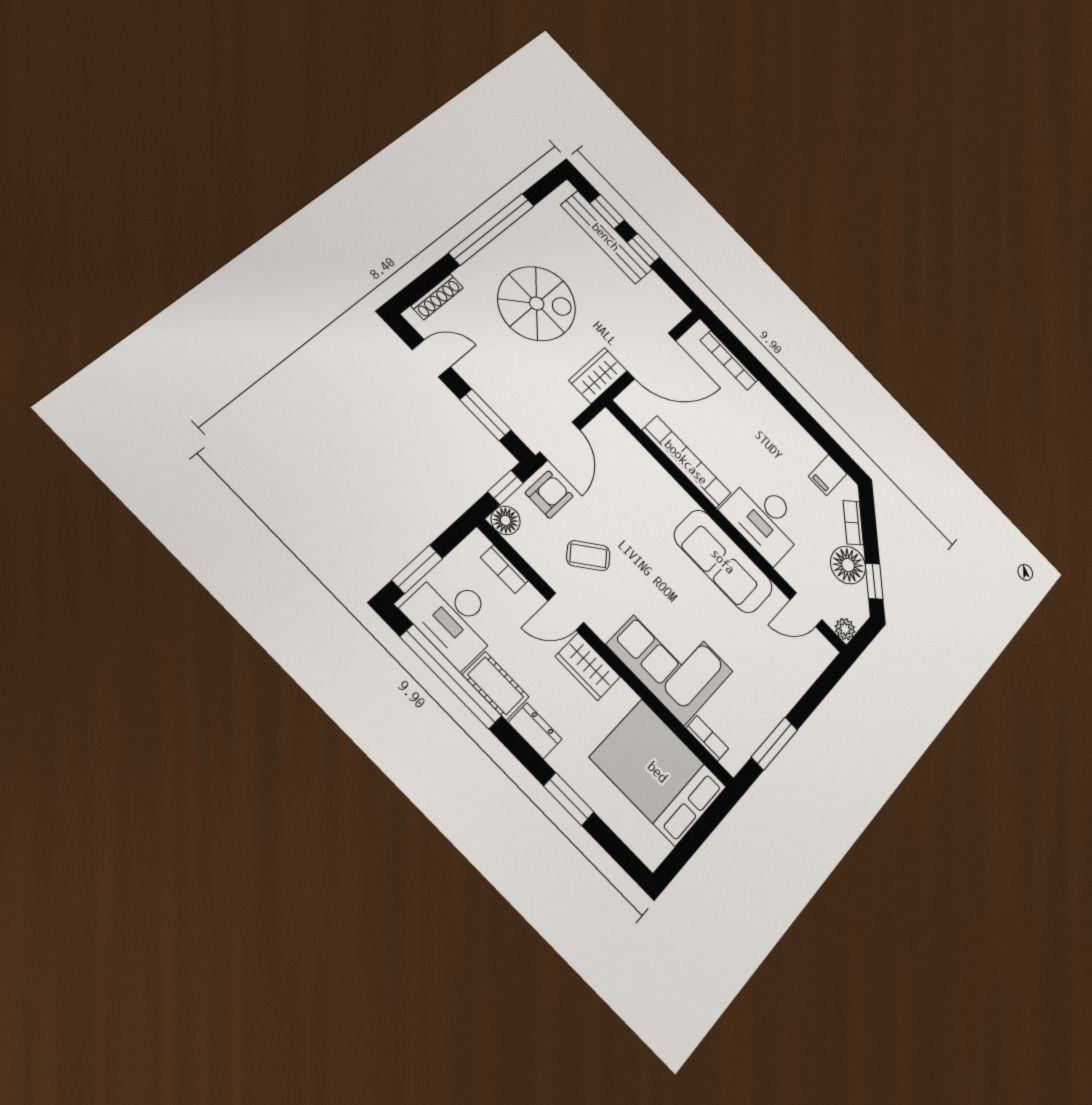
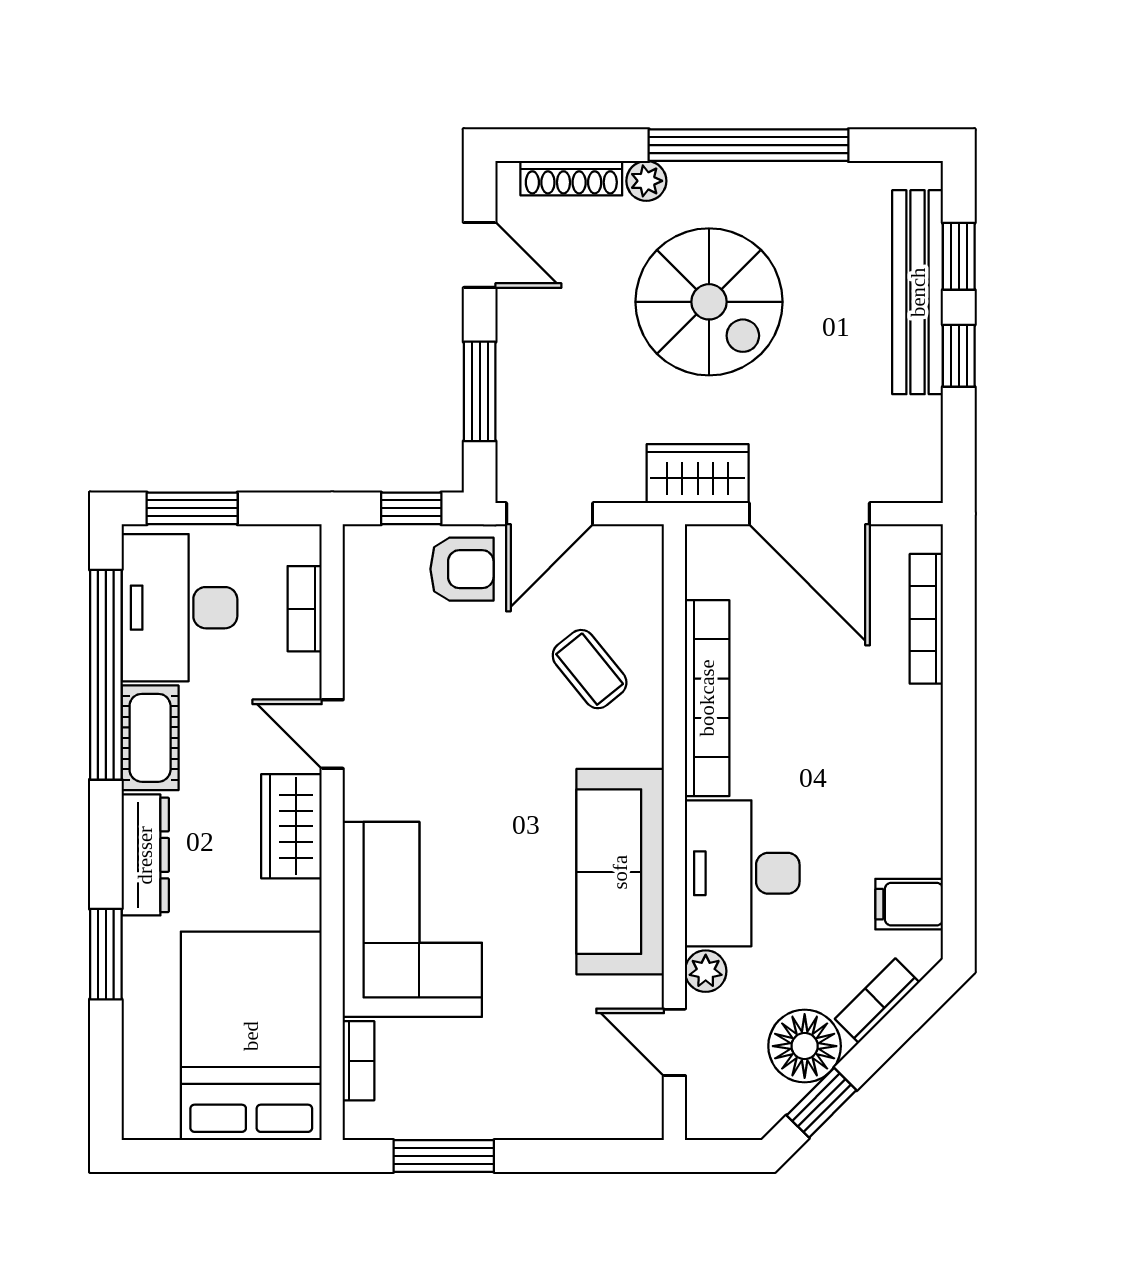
plant: (467, 274) -> (646, 181), added
floor lamp: (506, 520) -> (368, 550), removed
coffee table: (588, 556) -> (590, 669), moved
plant: (845, 629) -> (706, 971), moved
dresser: (535, 731) -> (145, 855), width x1.44

